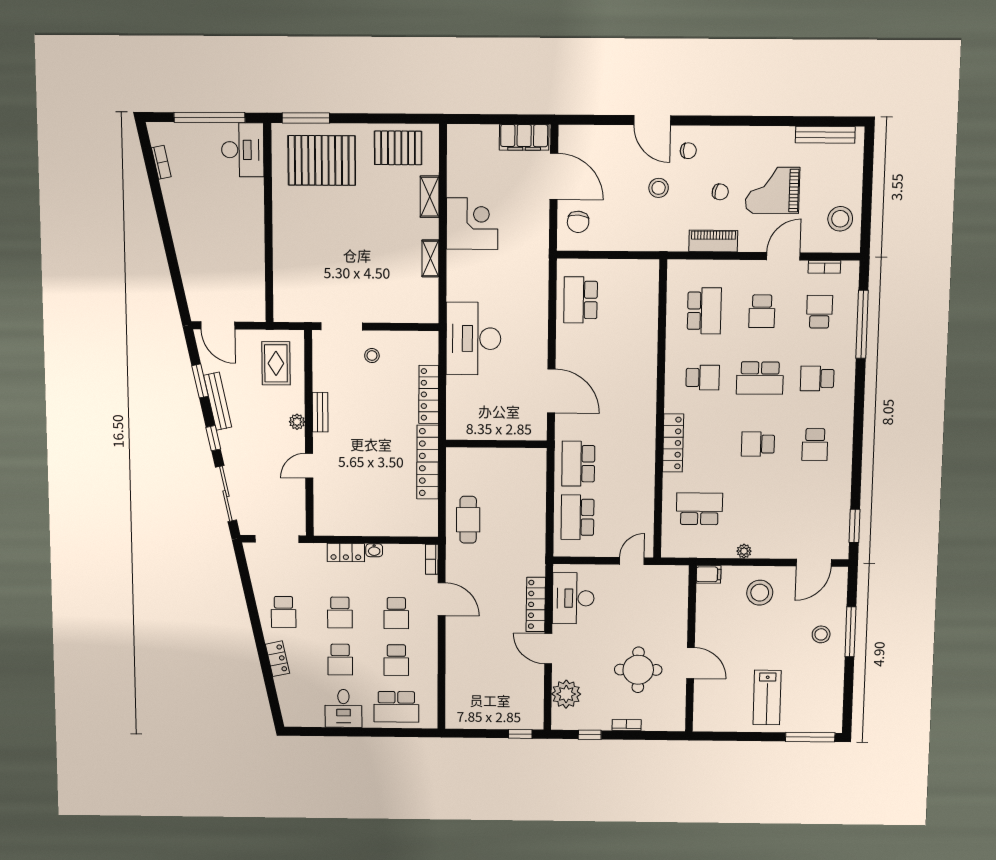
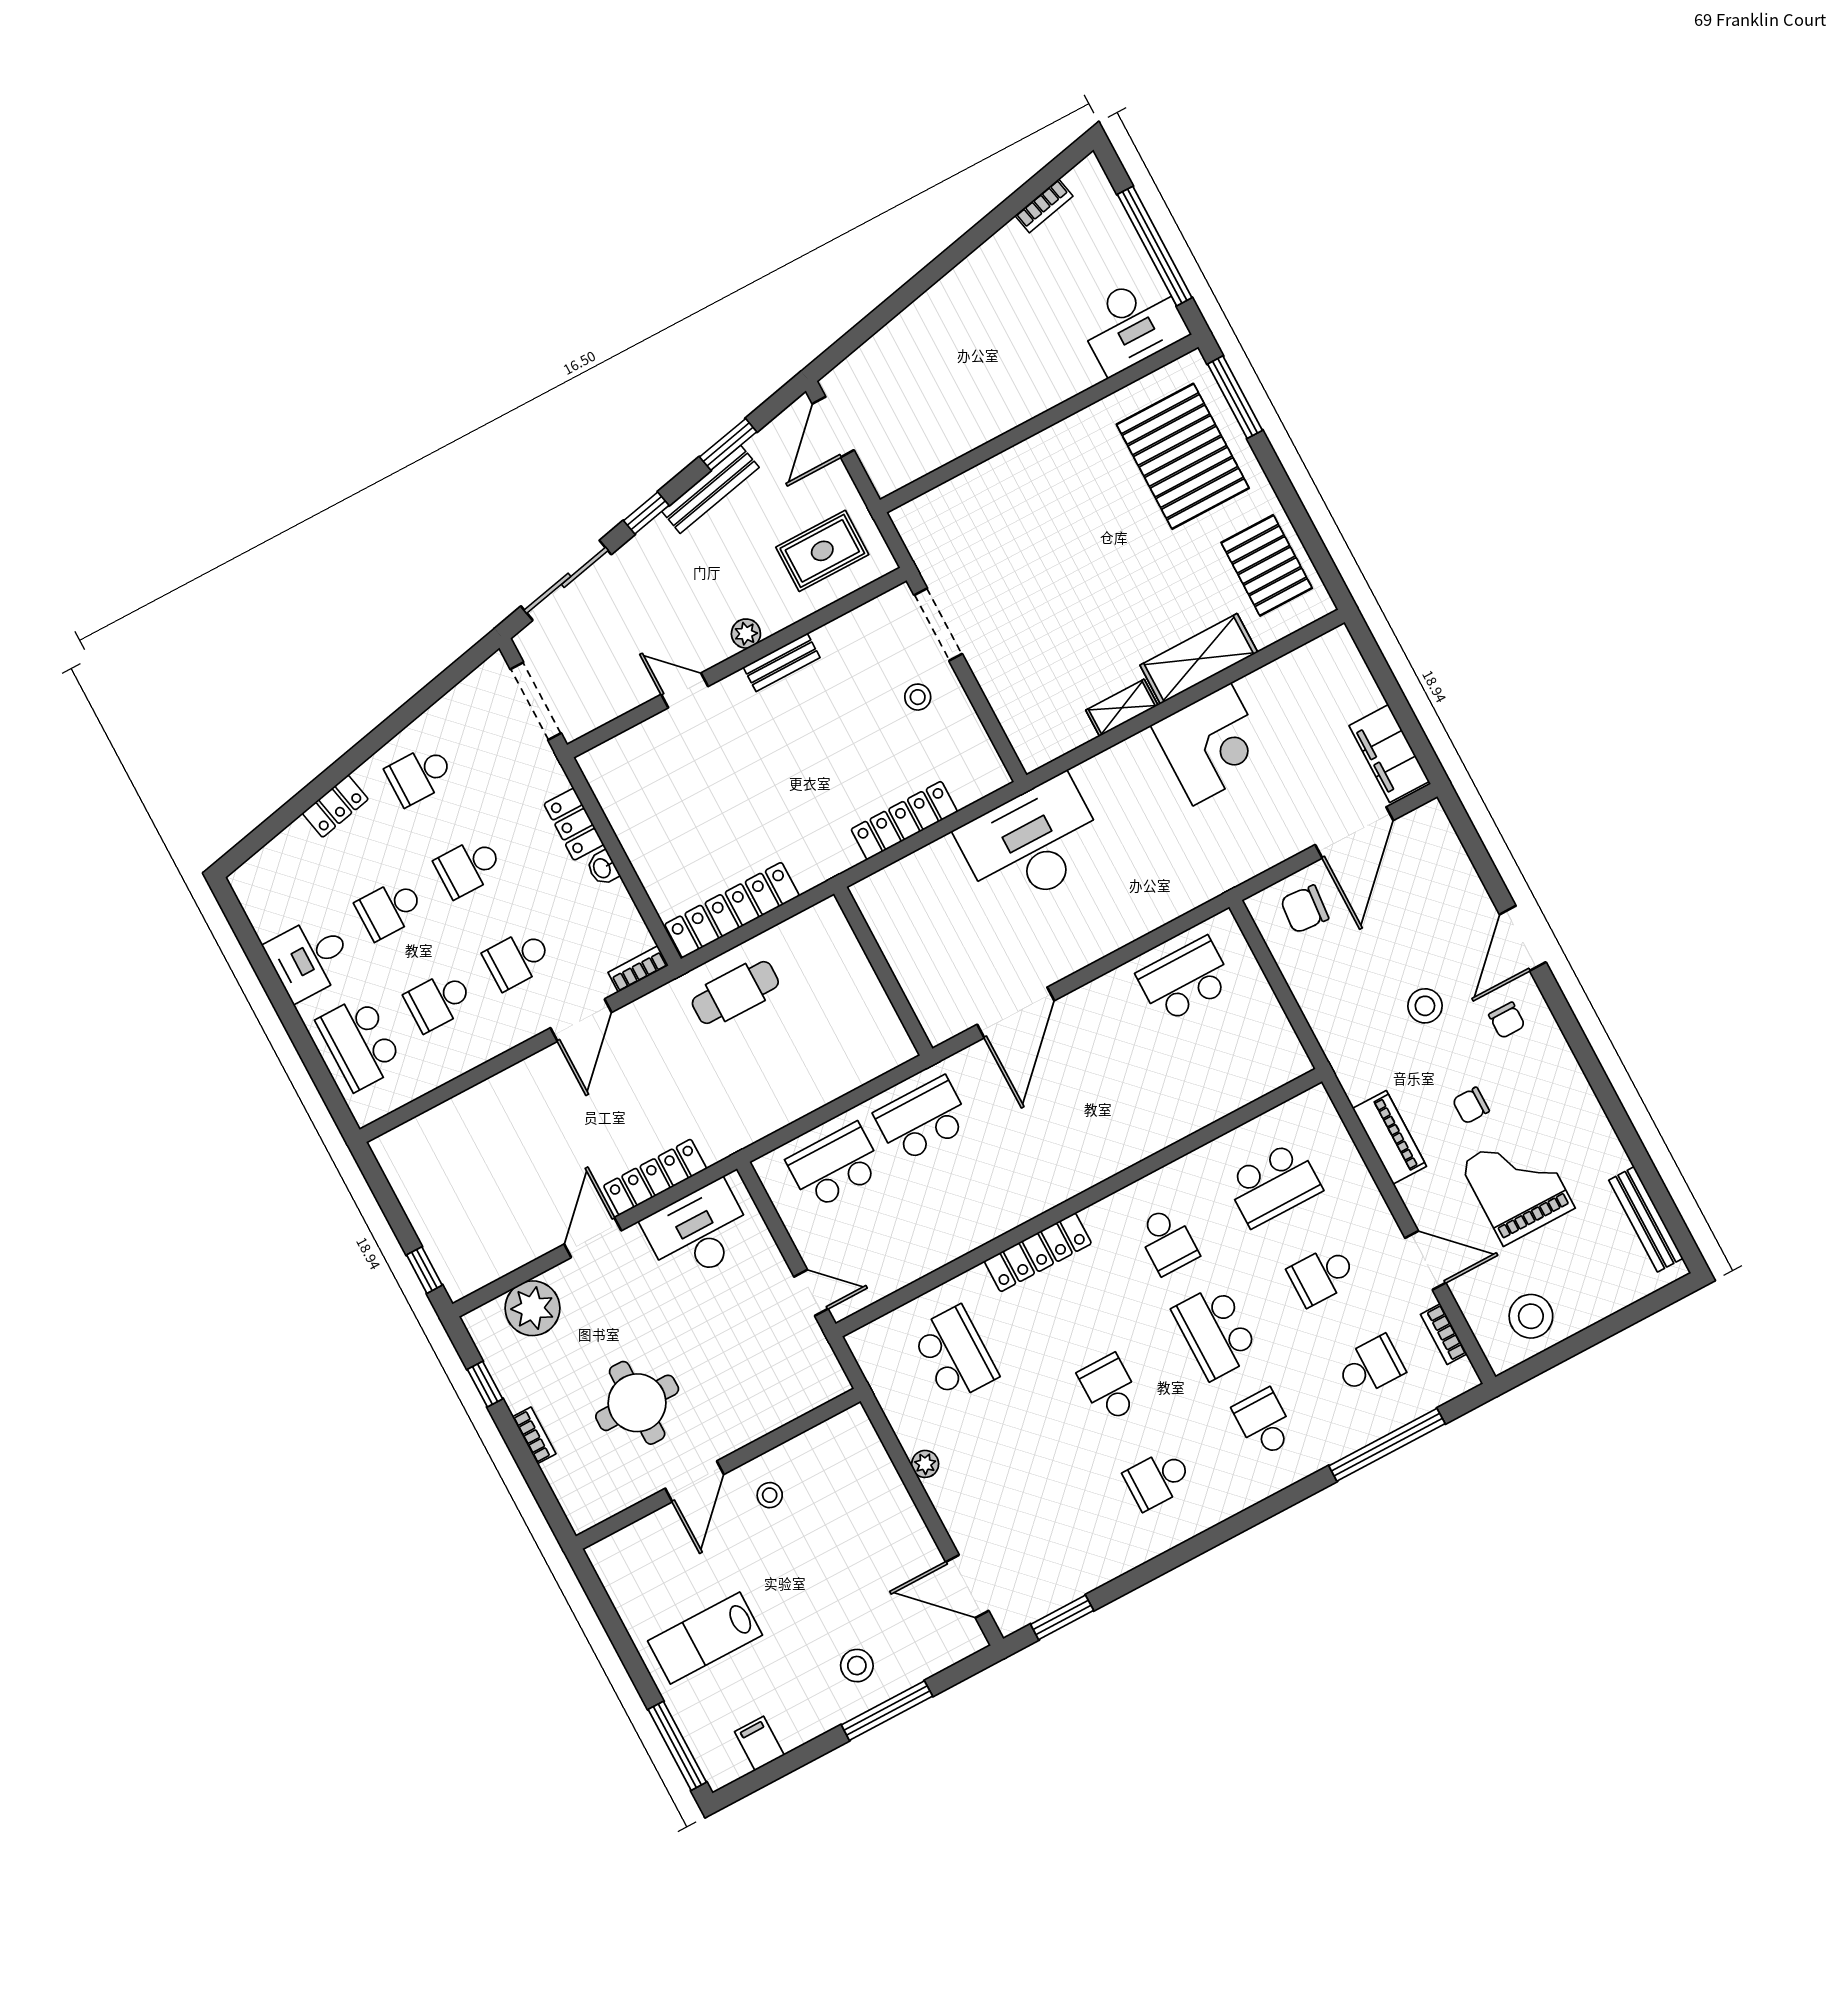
chair: (720, 192) -> (1471, 1105), turned 77
shelving: (430, 197) -> (1199, 659), width x1.50, depth x1.33
locker: (428, 462) -> (732, 910), moved
filing cabinet: (709, 574) -> (759, 1743), moved, turned 180
stool: (760, 593) -> (770, 1495), moved, width x0.53, depth x0.53

